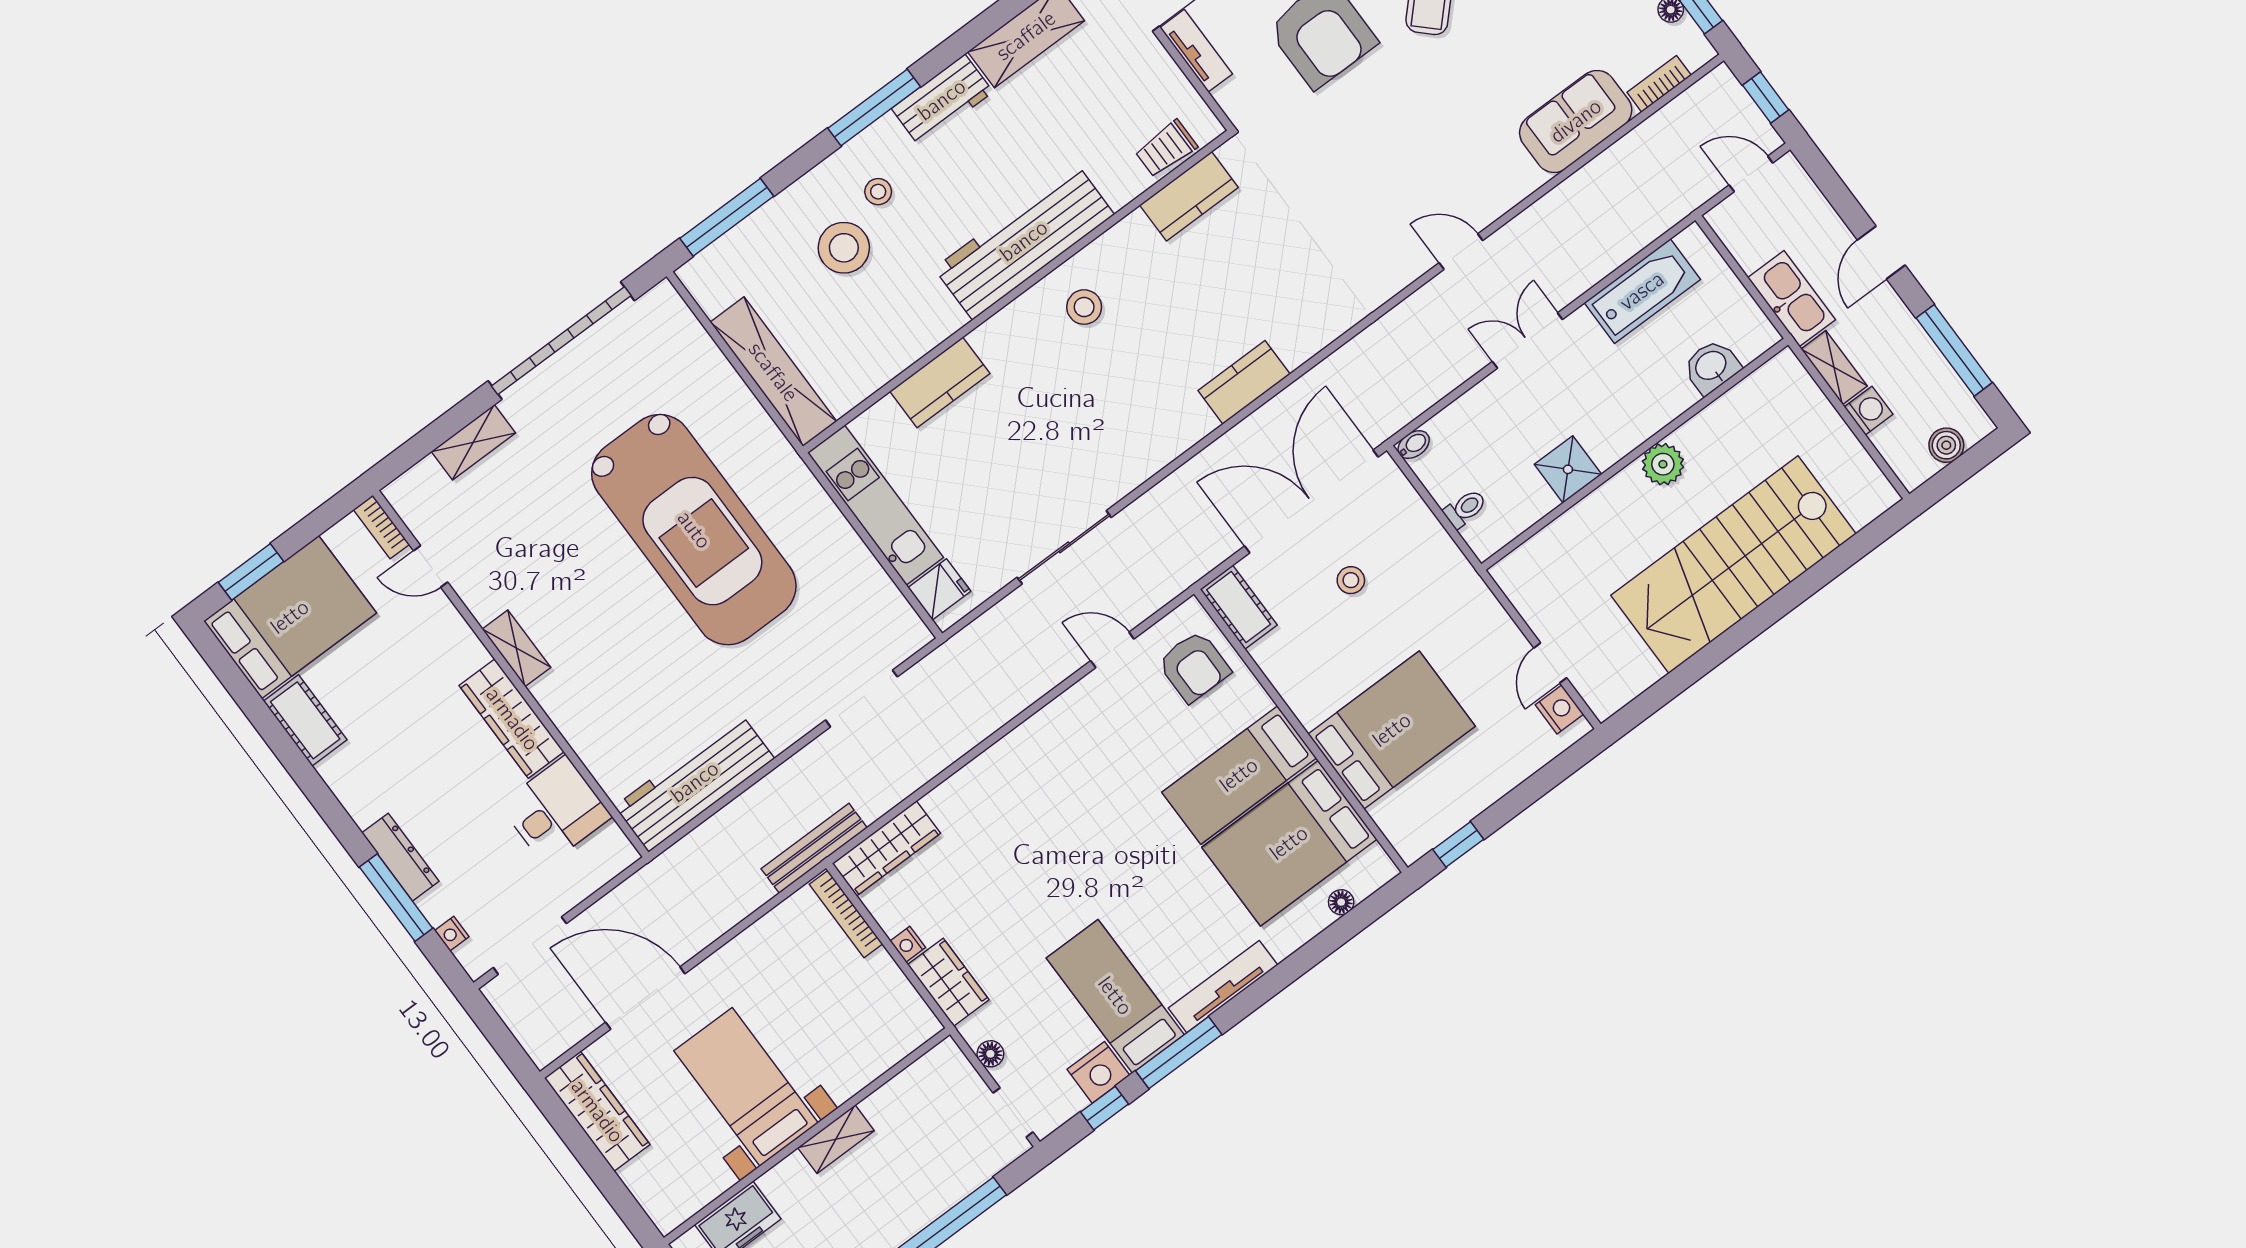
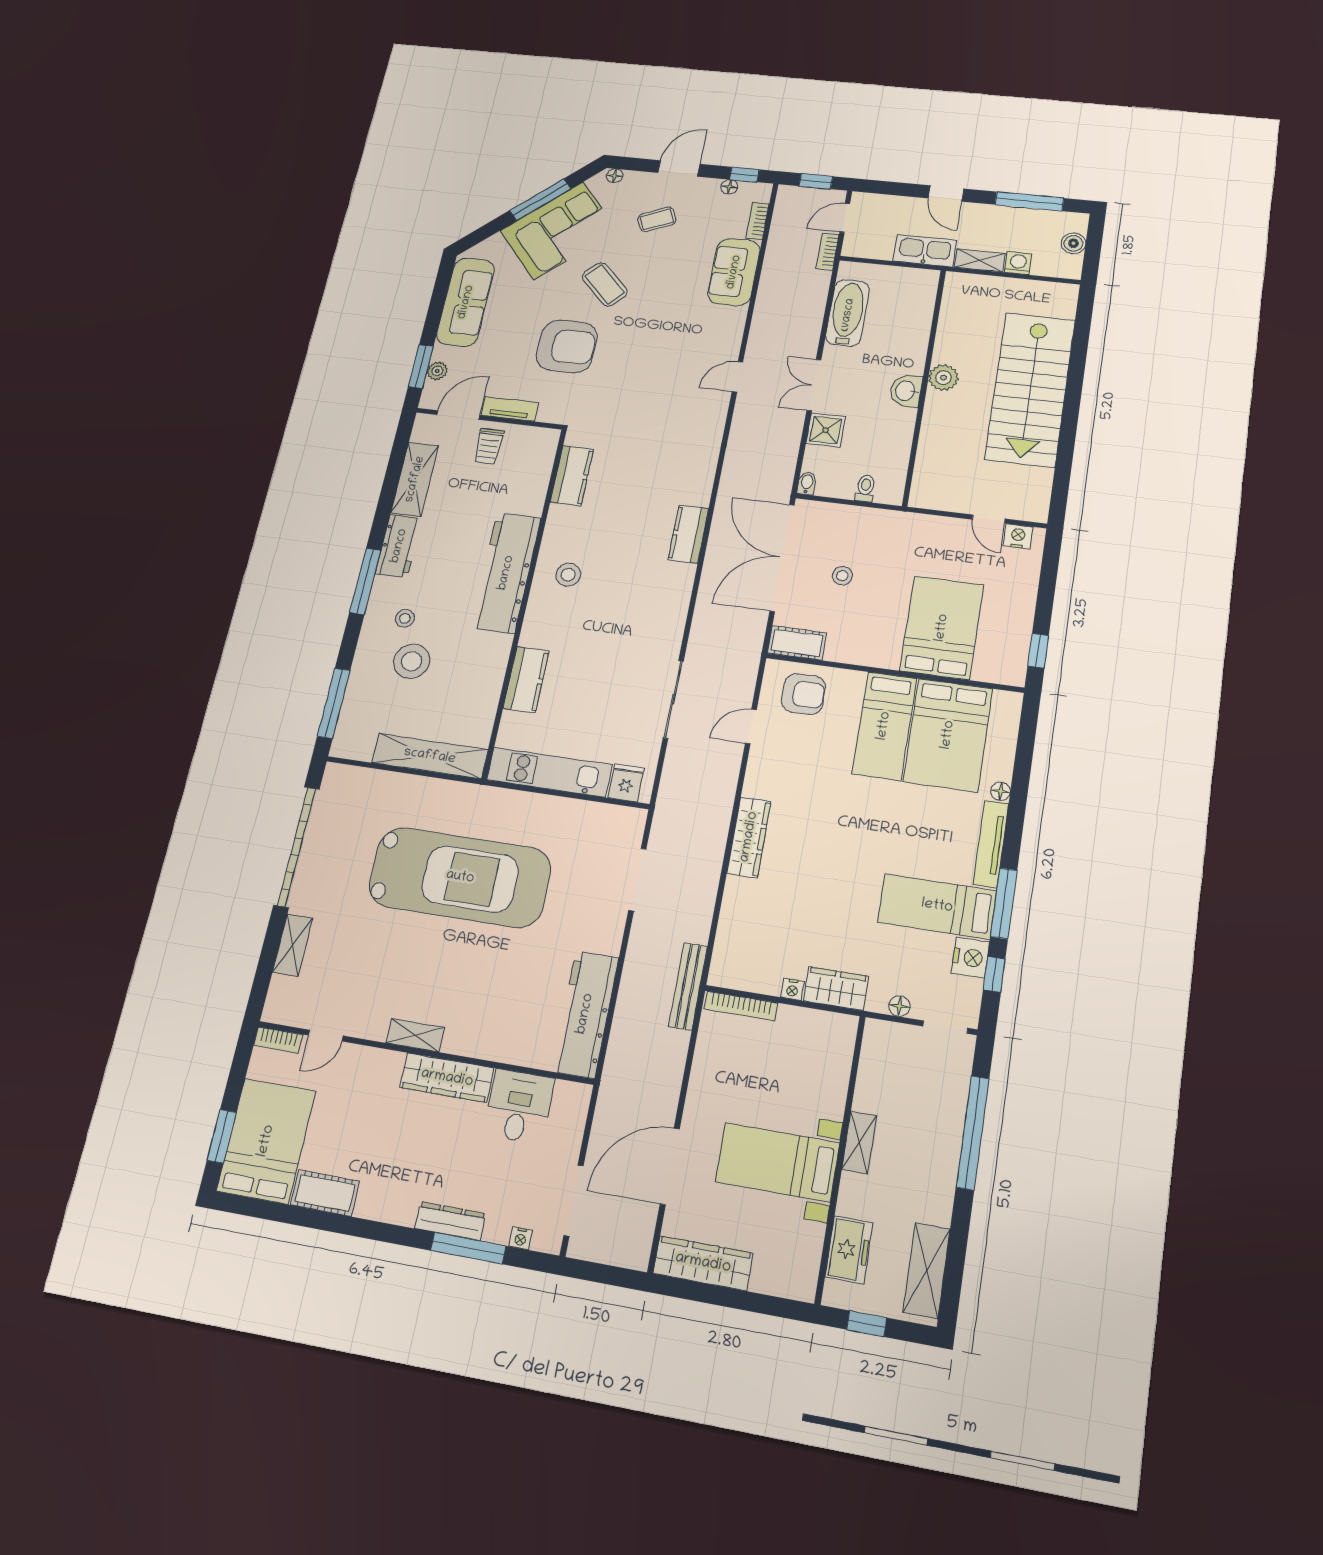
trolley: (1166, 149) -> (489, 446), moved
bookcase: (1694, 197) -> (828, 252), added
washbasin: (1712, 366) -> (906, 391), moved
shower: (1568, 469) -> (825, 430), moved
wardrobe: (886, 848) -> (749, 837), moved
floor lamp: (1341, 902) -> (1001, 791), moved

